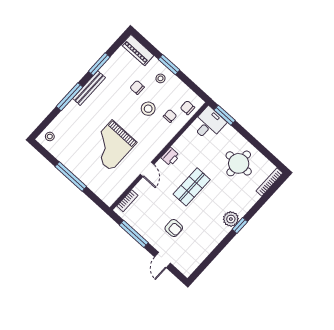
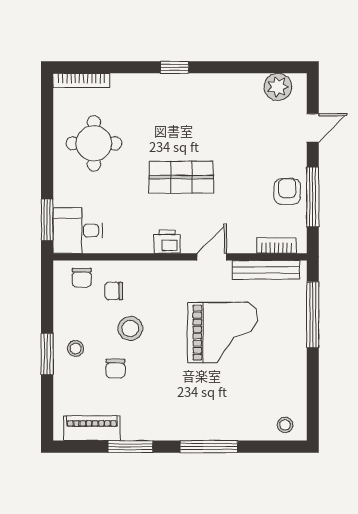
piano: (138, 50) -> (92, 428), moved, turned -90
bench: (89, 88) -> (266, 270), moved
window: (71, 177) -> (313, 315), moved
plant: (231, 219) -> (278, 87), moved
armchair: (174, 228) -> (287, 191), moved

